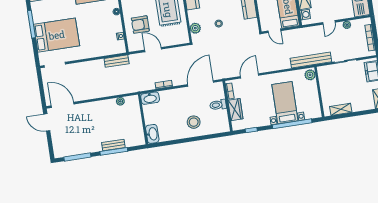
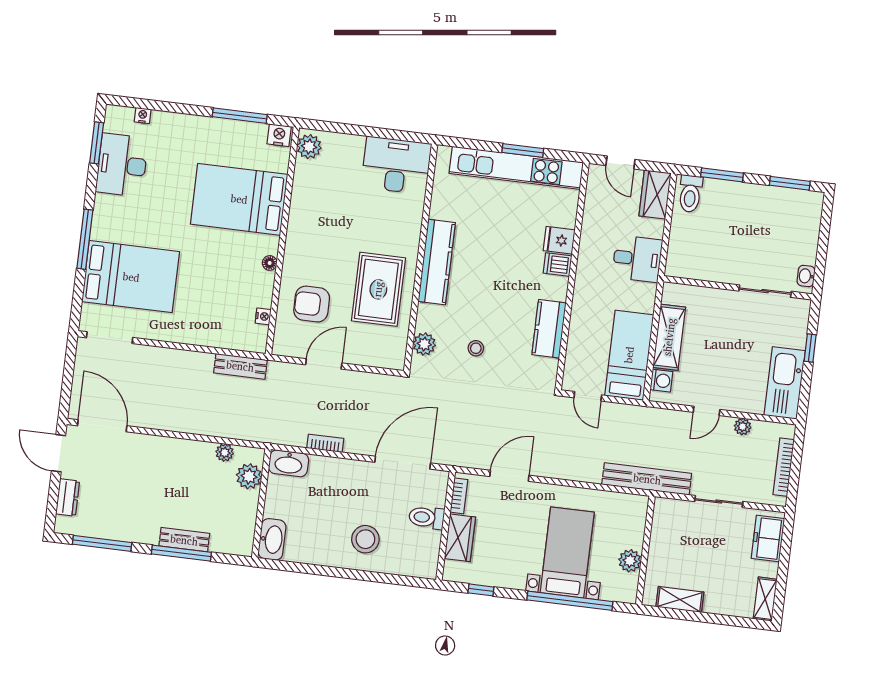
door: (153, 50) -> (324, 364), hinge flipped
plant: (310, 75) -> (630, 561), moved
plant: (134, 109) -> (249, 476), added
dresser: (56, 141) -> (68, 497), added

